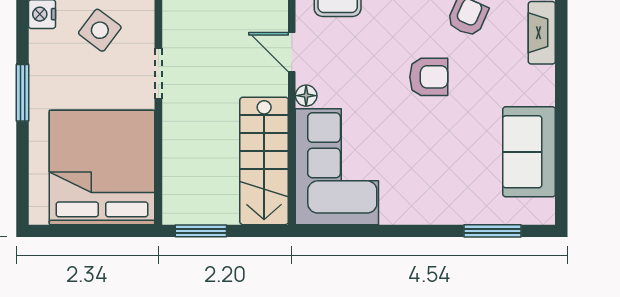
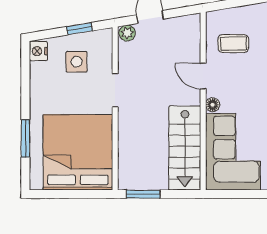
side table: (100, 30) -> (77, 62), turned -37
window: (22, 93) -> (25, 138), moved

